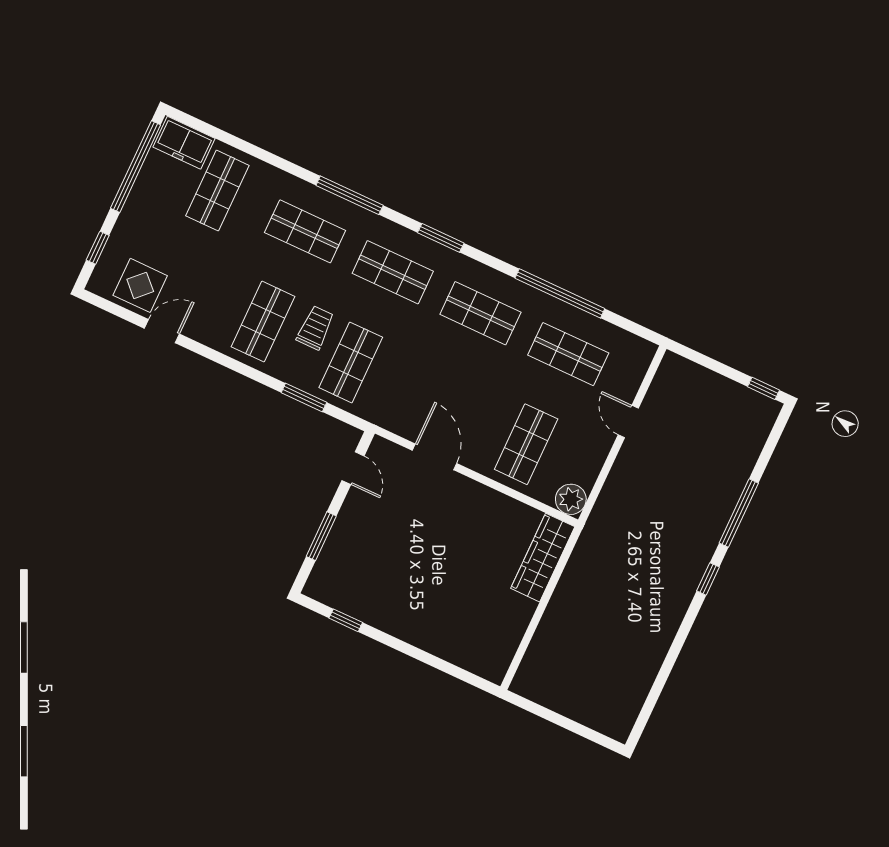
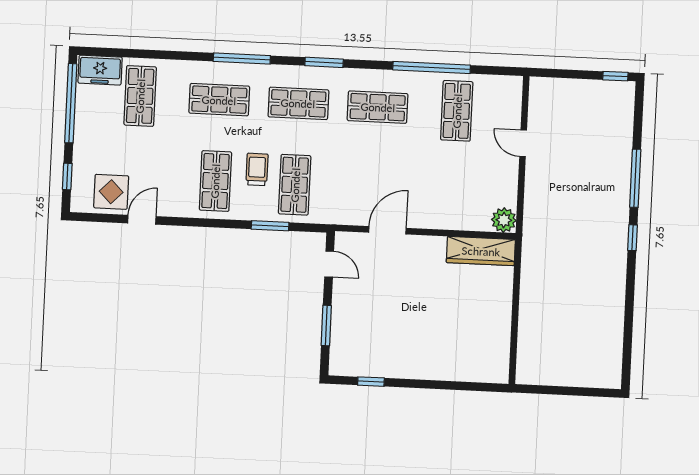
shop shelf: (568, 354) -> (457, 111), turned 90
shop shelf: (526, 444) -> (453, 192), removed
door: (434, 457) -> (387, 230), hinge flipped
wardrobe: (543, 558) -> (481, 251), moved, turned -90

